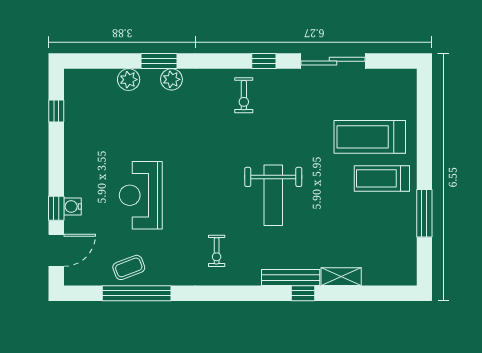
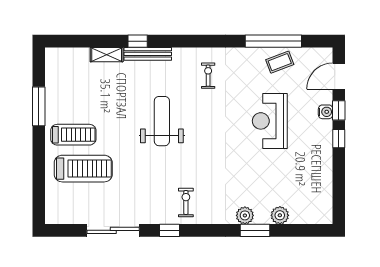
window: (56, 111) -> (339, 139), moved
reception desk: (141, 195) -> (270, 121), turned 180

